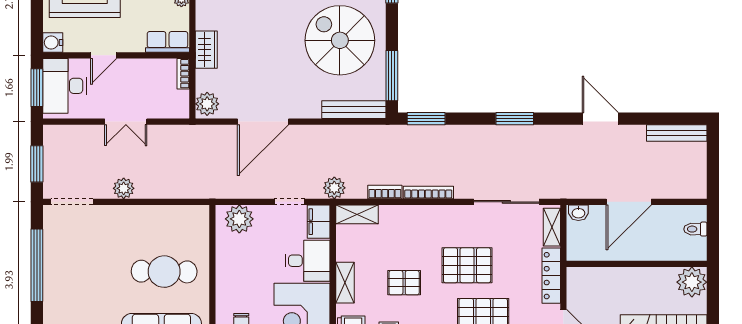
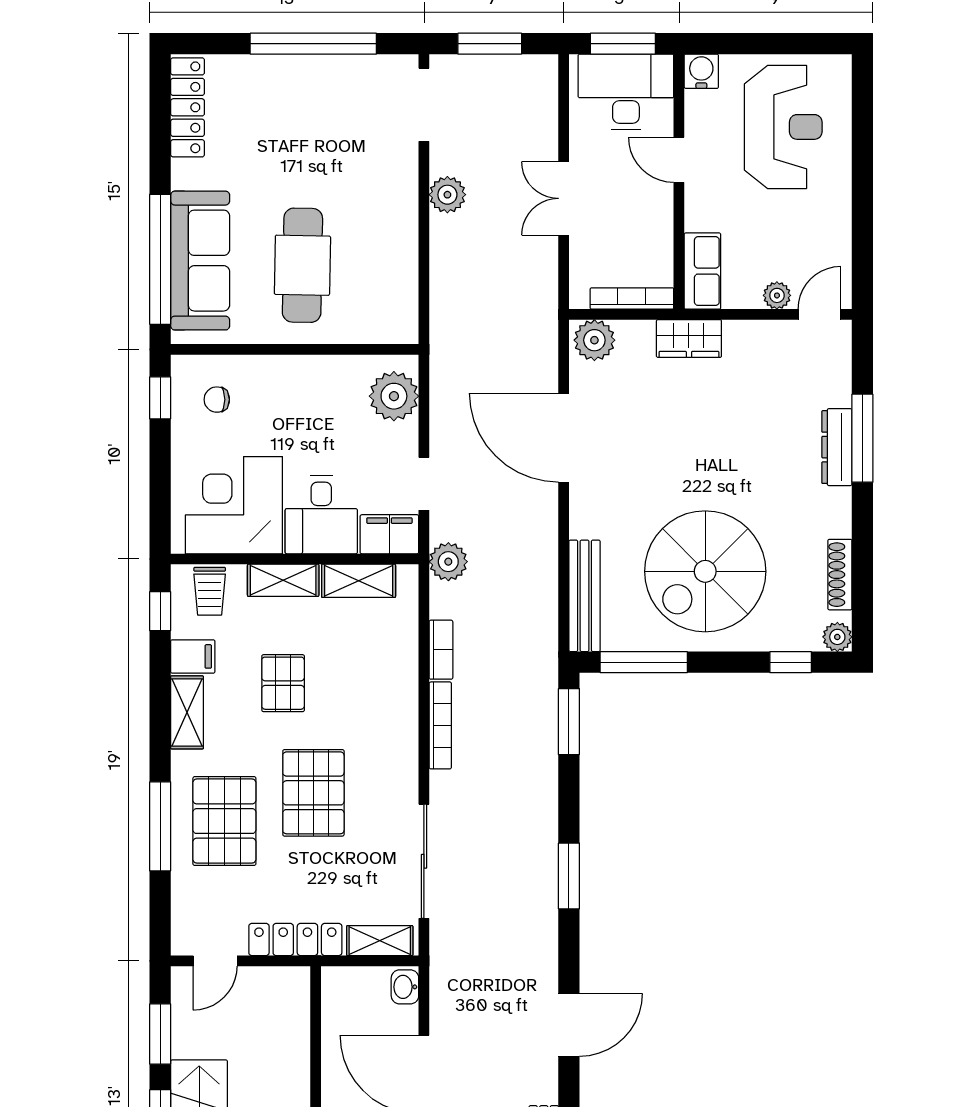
spiral stairs: (340, 40) -> (705, 571), turned 180
bookcase: (183, 74) -> (632, 298), width x1.56
shelving: (357, 214) -> (359, 581), moved, turned 90

